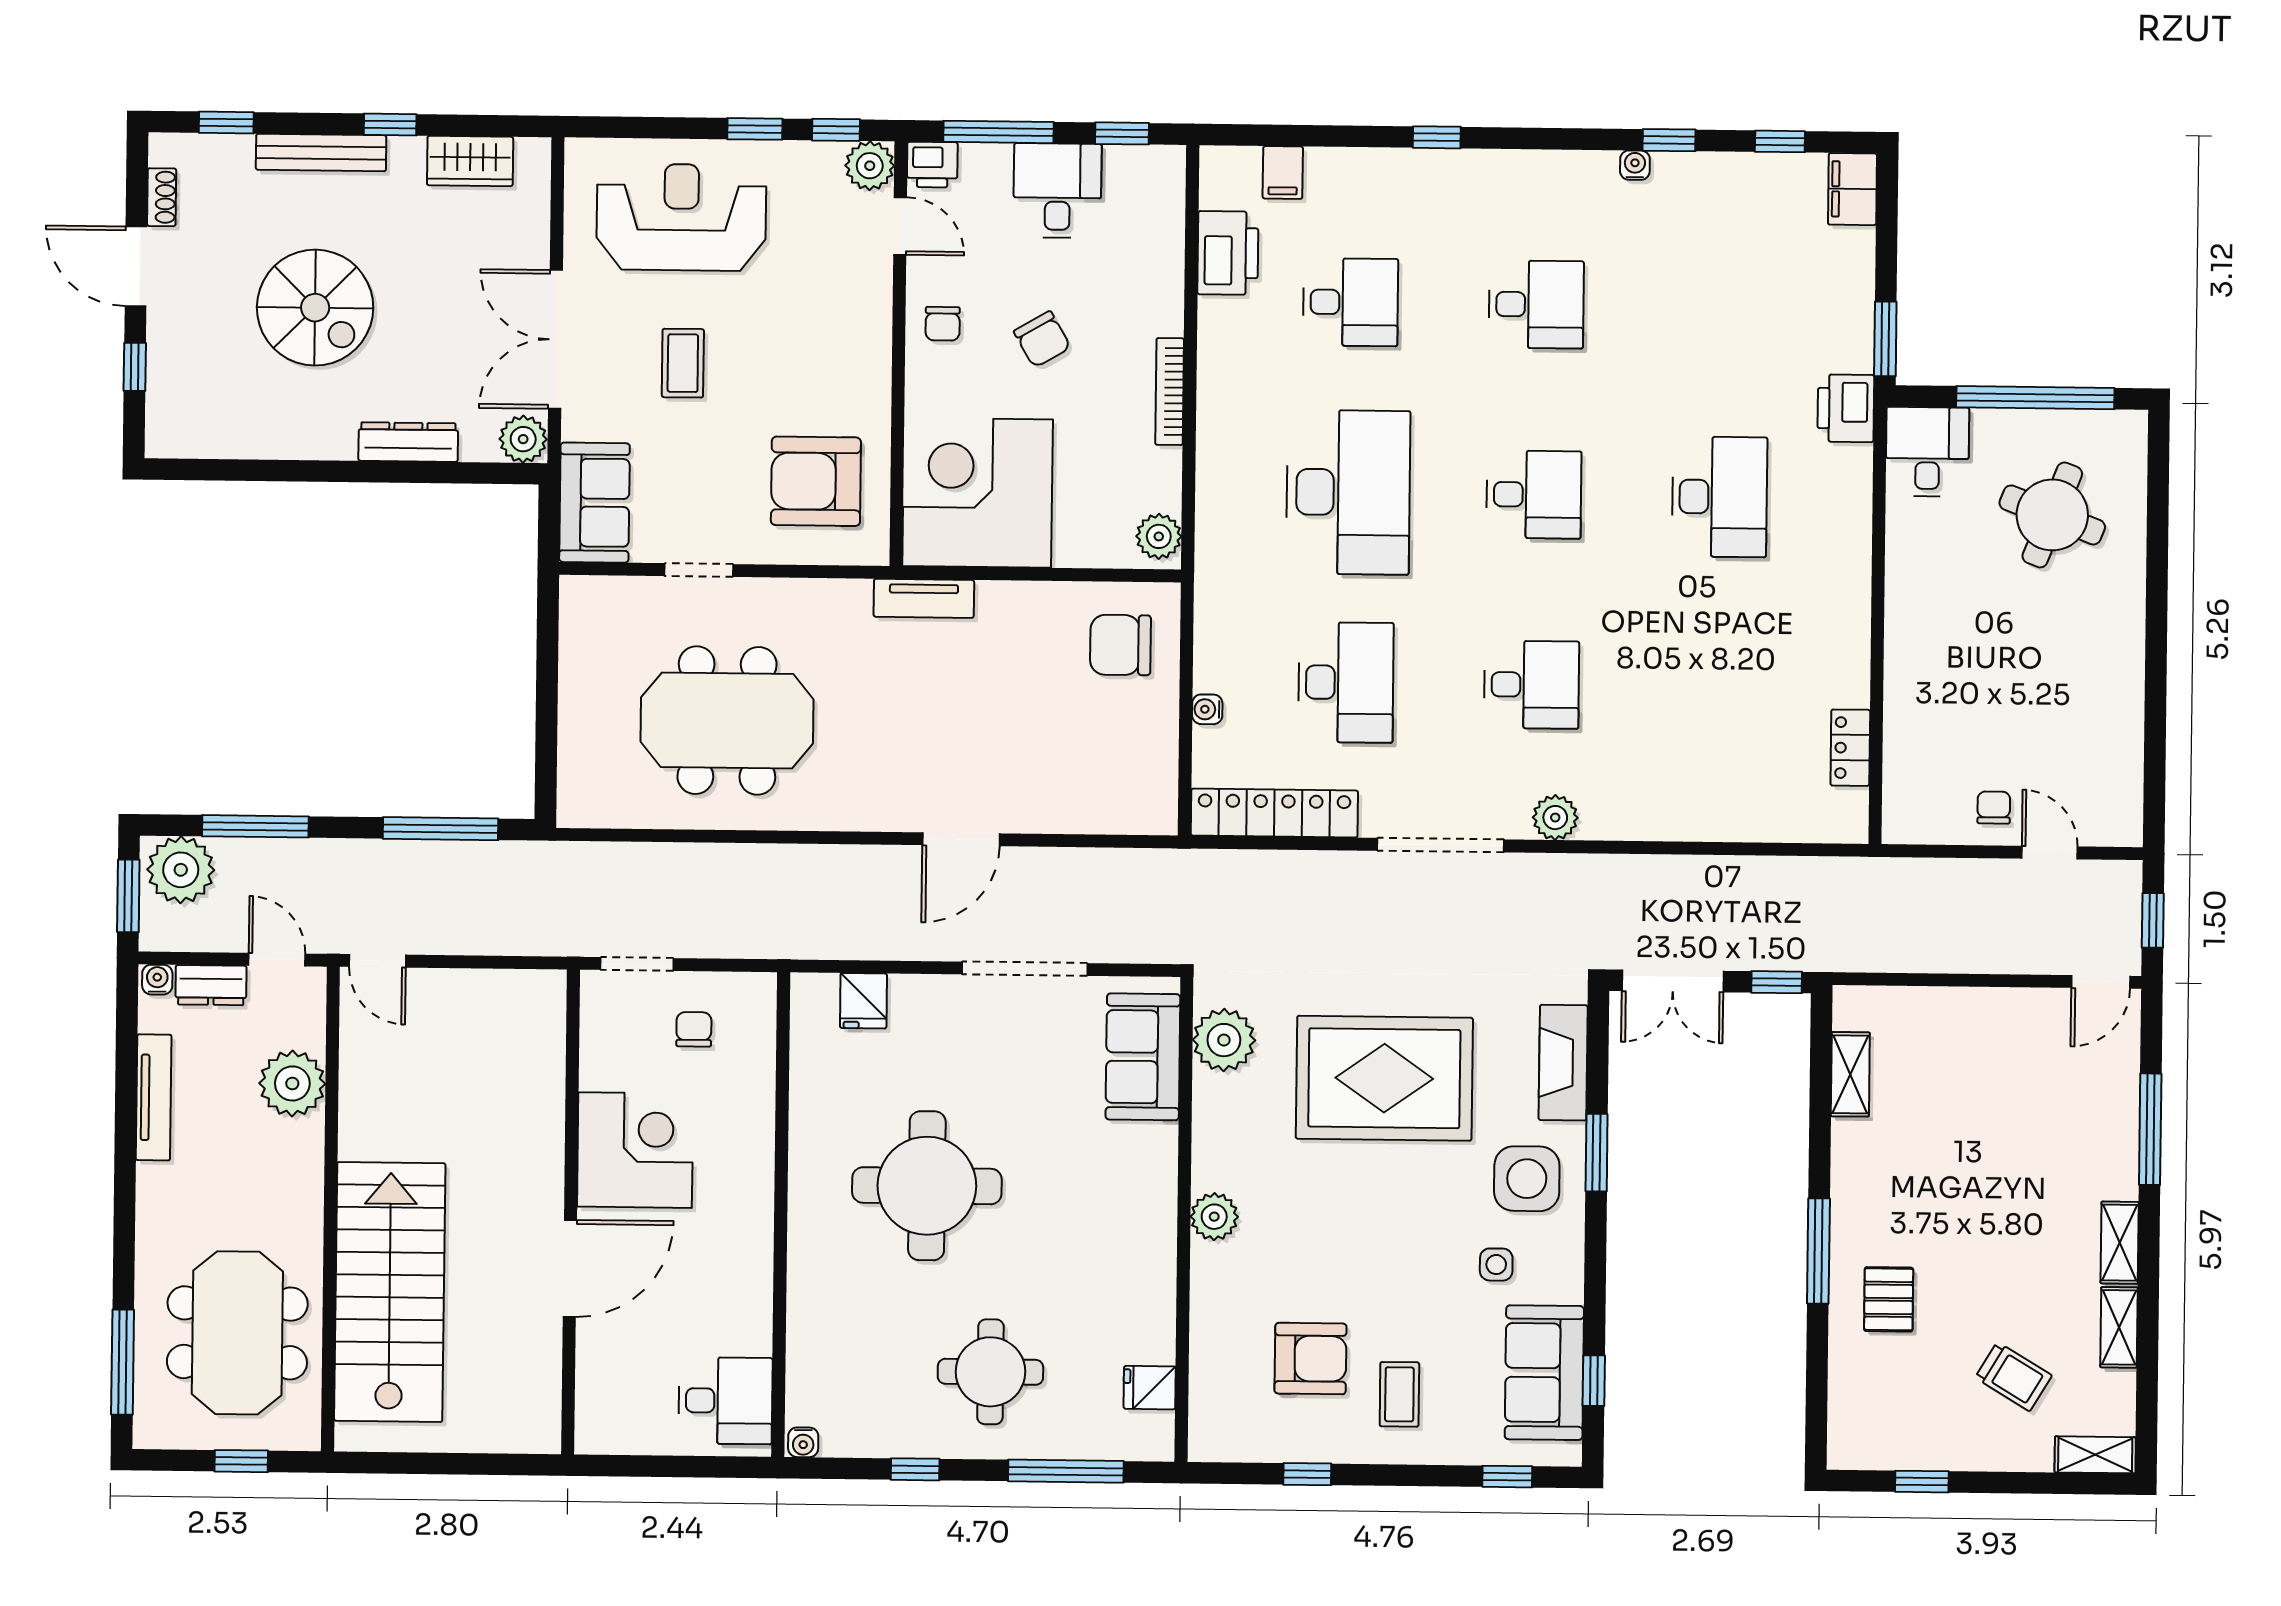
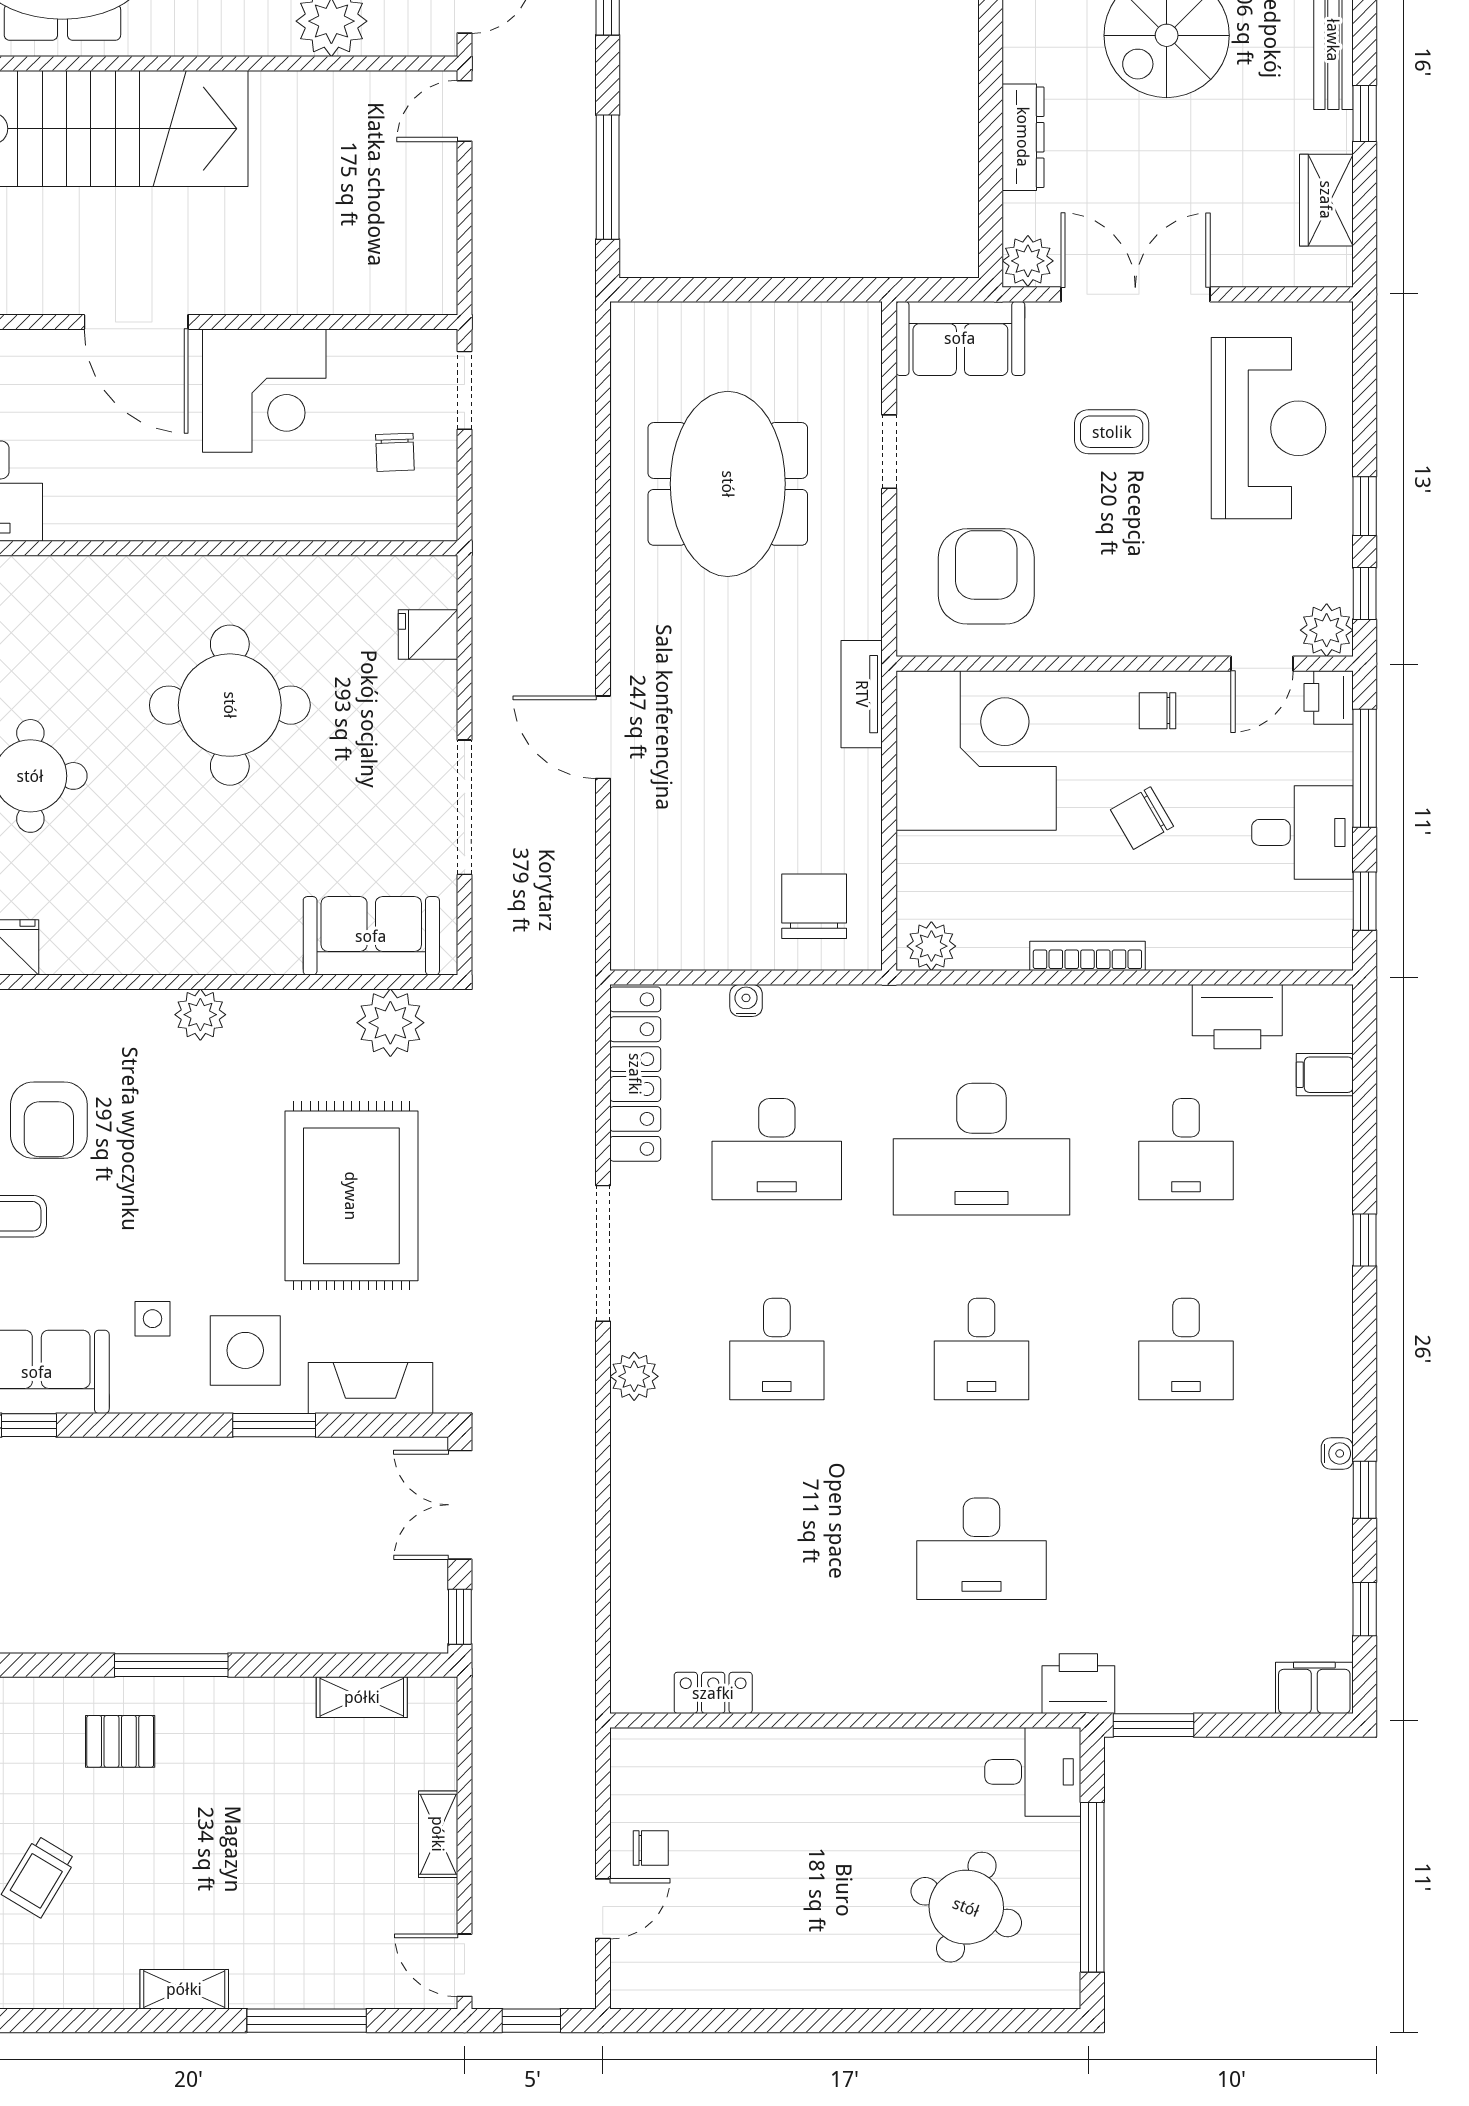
chair: (694, 1029) -> (395, 452), turned 88
shelving: (2119, 1327) -> (438, 1834), moved, turned 90

